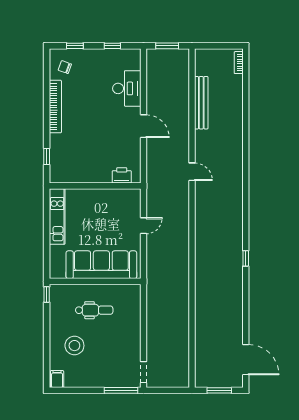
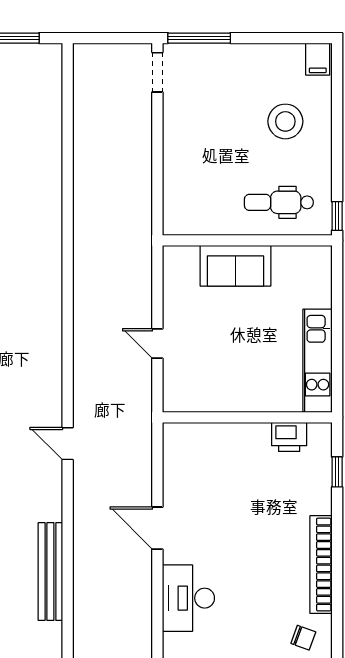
printer: (122, 175) -> (289, 437), moved
door: (144, 226) -> (157, 344), hinge flipped
sofa: (101, 265) -> (235, 266), width x0.54, depth x0.79
dental chair: (94, 310) -> (279, 202), moved

